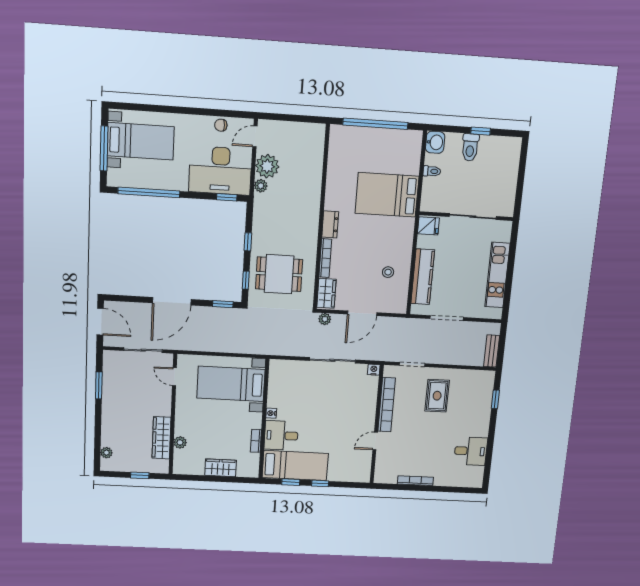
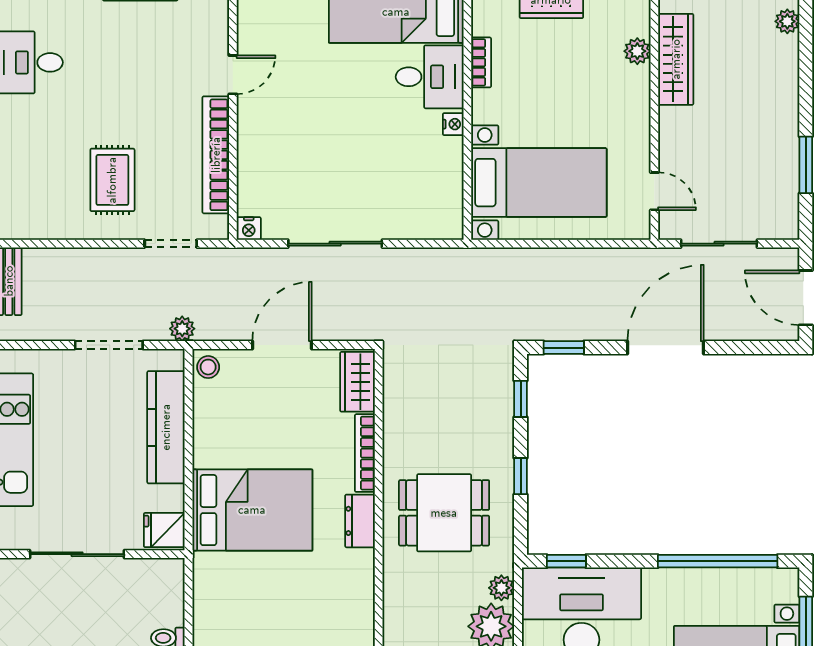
bed: (387, 195) -> (252, 510), moved
stool: (388, 272) -> (208, 367), moved
dining table: (279, 274) -> (444, 513), moved
plant: (325, 319) -> (182, 329), moved

